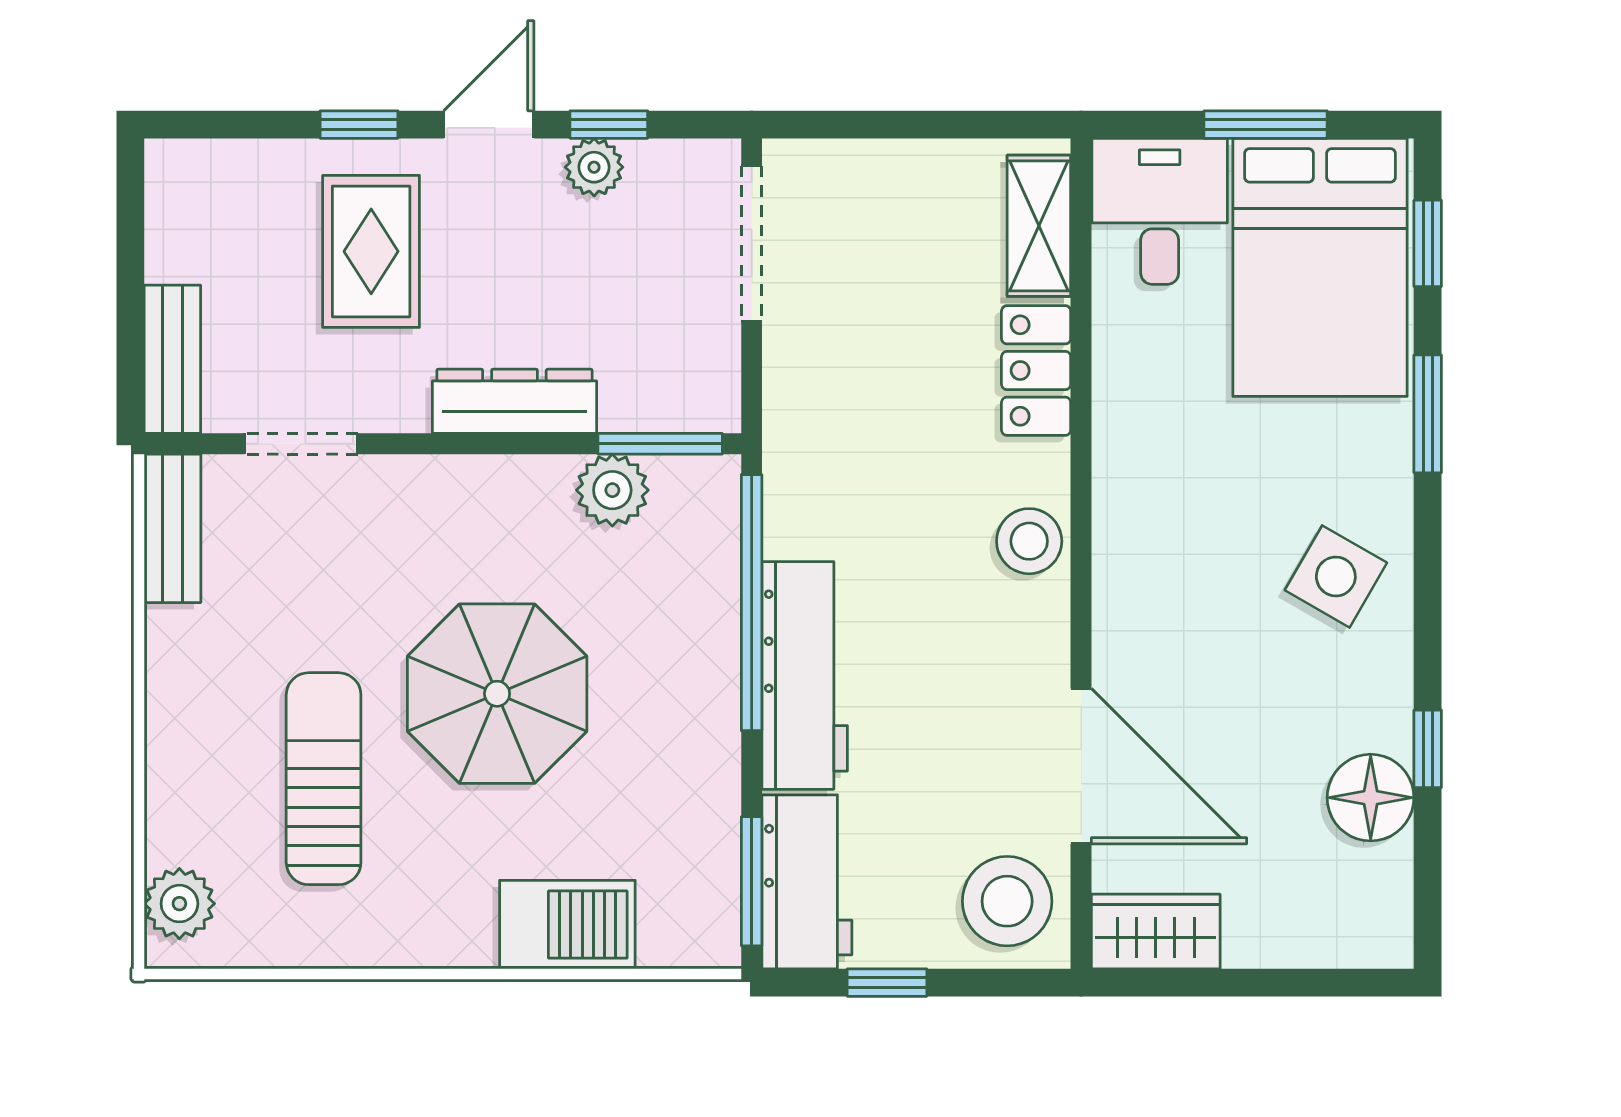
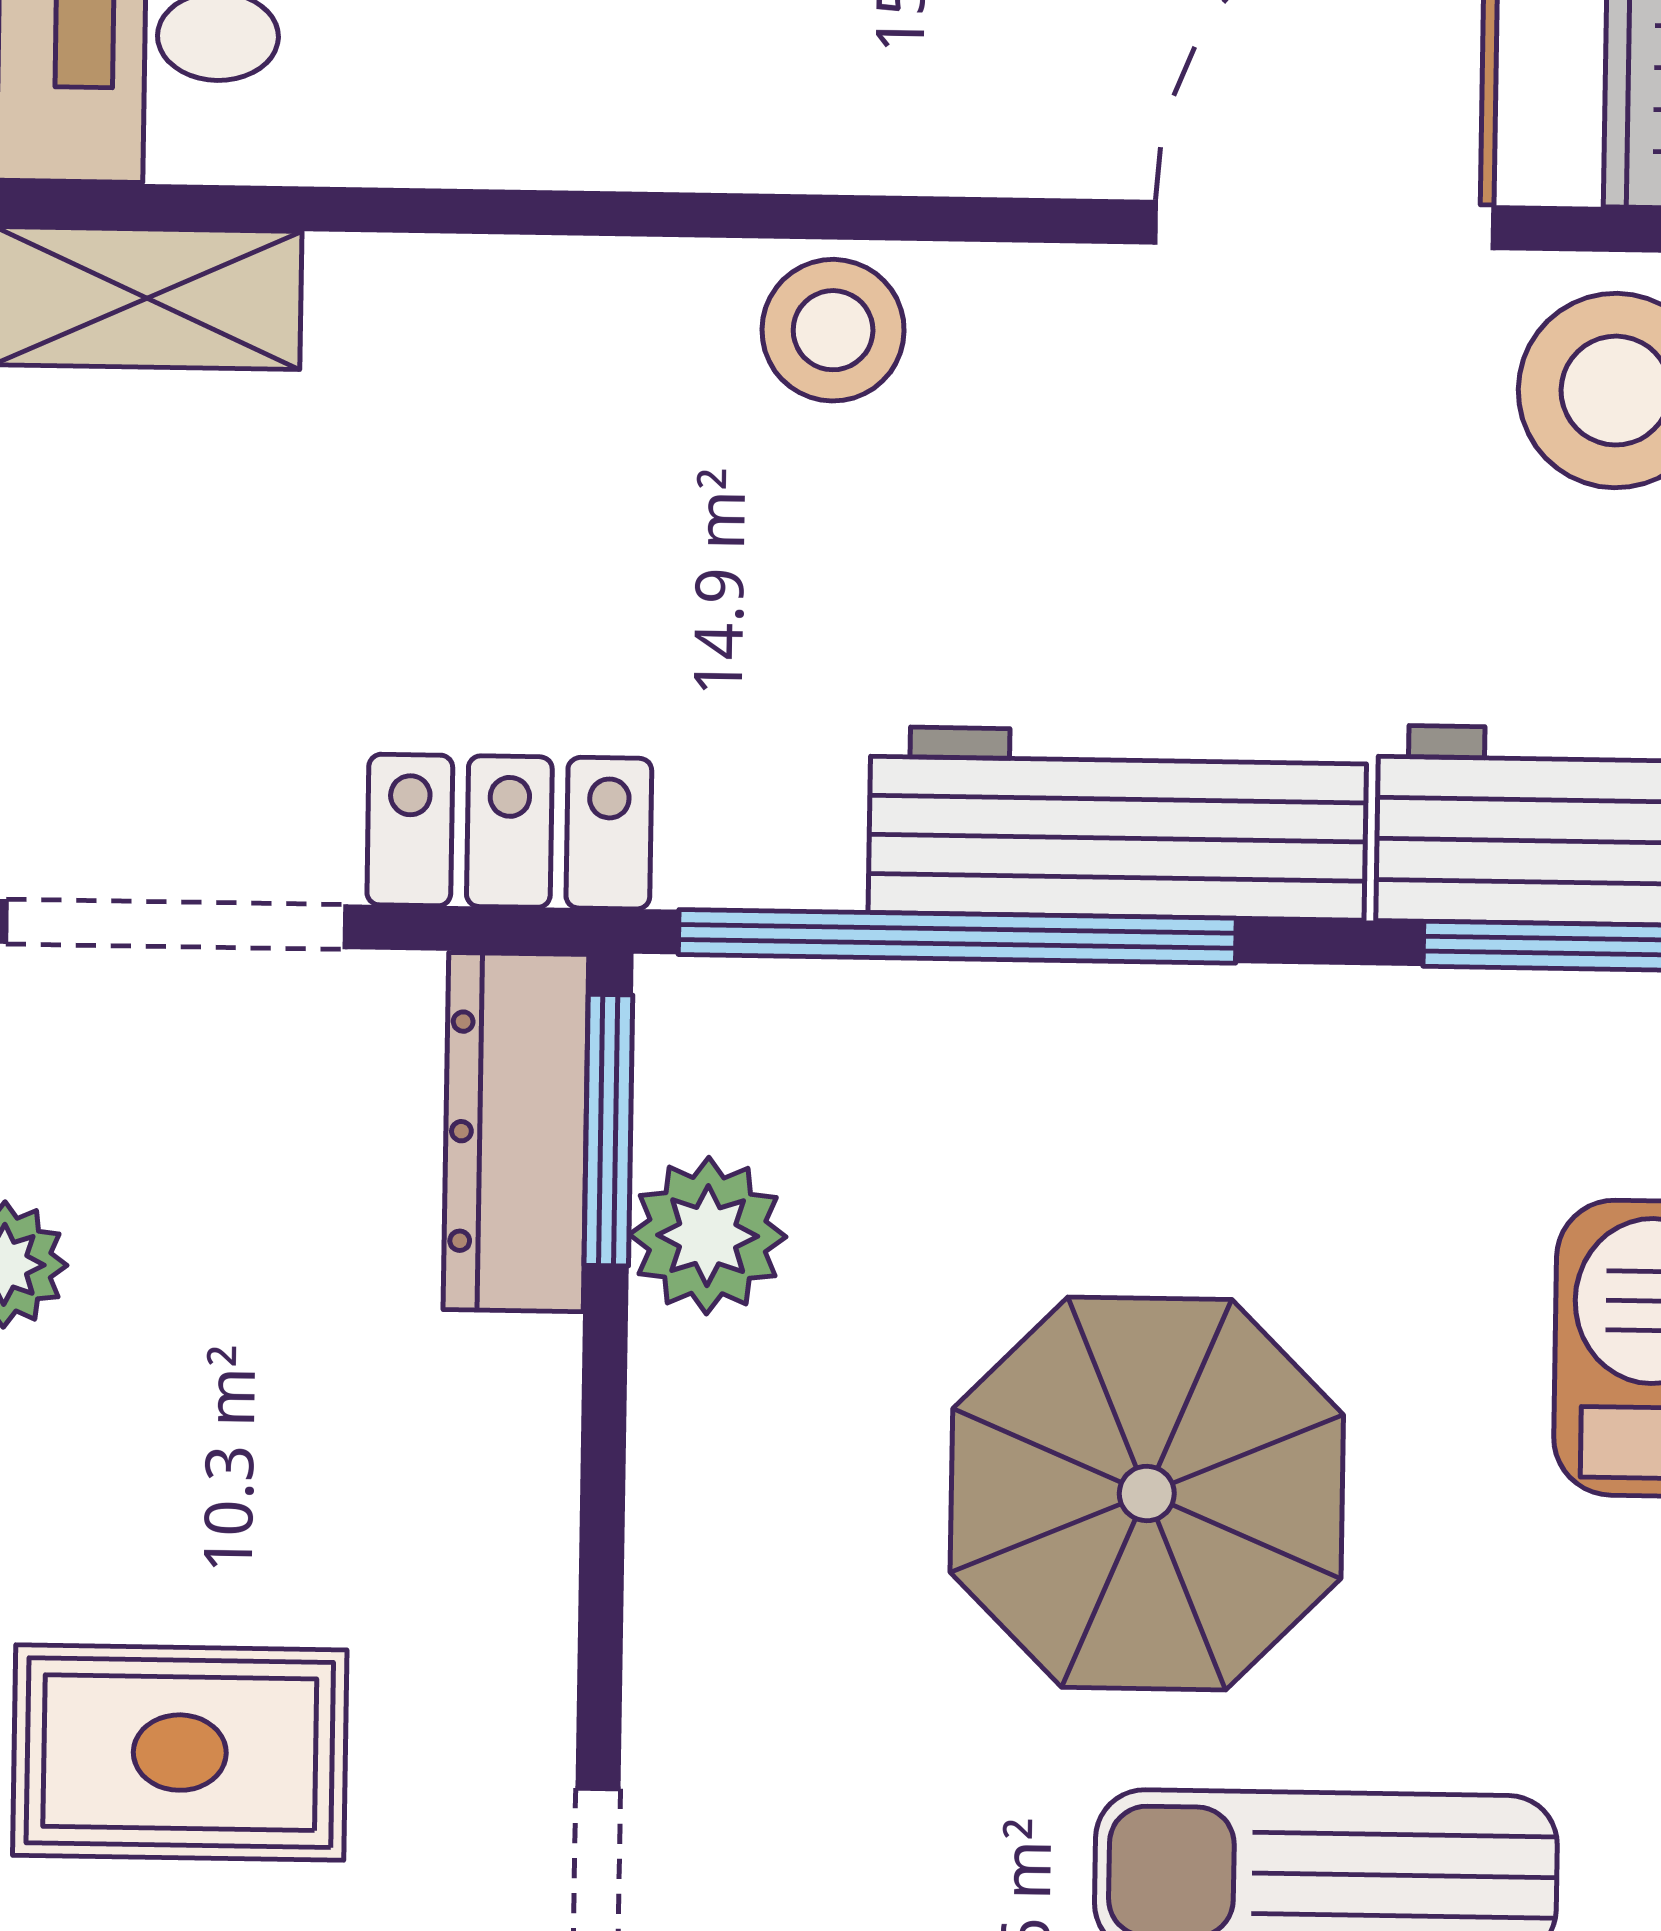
locker: (1036, 371) -> (509, 832), moved, turned 180
dresser: (514, 401) -> (516, 1132), moved

